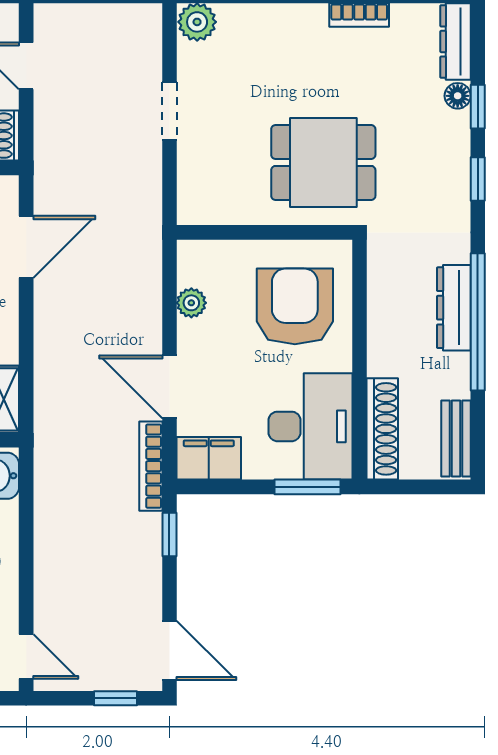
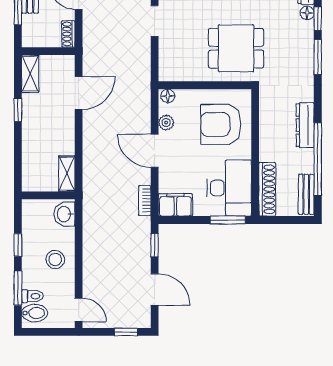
window: (478, 179) -> (318, 57), width x1.50
floor lamp: (195, 252) -> (168, 96), added
armchair: (295, 306) -> (221, 124), turned -90
window: (478, 322) -> (318, 159), moved
door: (169, 387) -> (155, 151), moved
bookcase: (151, 466) -> (145, 201), width x0.64
door: (169, 650) -> (155, 289), moved

